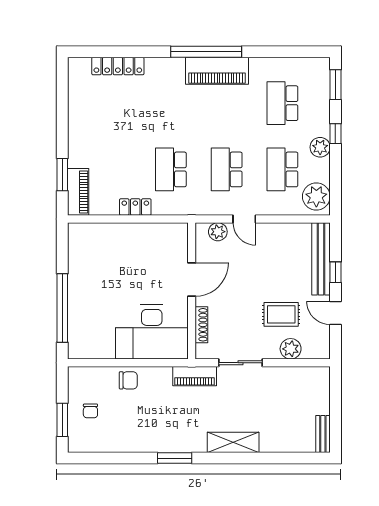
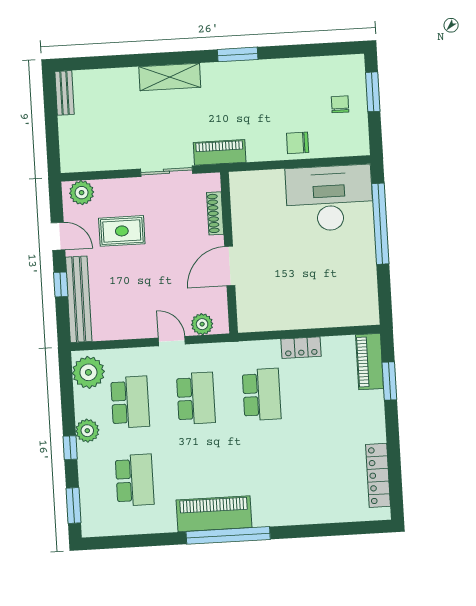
locker: (118, 66) -> (378, 475), moved, turned -90
desk: (152, 332) -> (329, 198), moved
plant: (291, 349) -> (82, 193), moved

